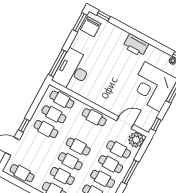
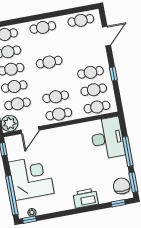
printer: (136, 45) -> (86, 198), moved
window: (58, 63) -> (128, 151), moved
window: (24, 125) -> (113, 74), moved
cafe table: (78, 147) -> (56, 97), moved
cafe table: (62, 176) -> (46, 45), removed

